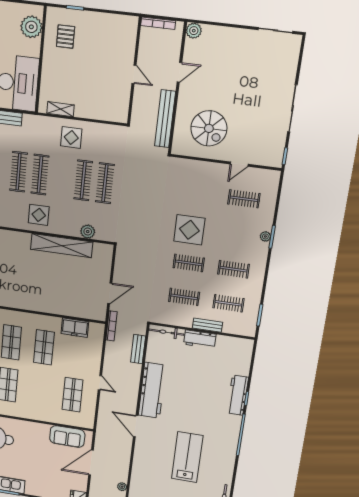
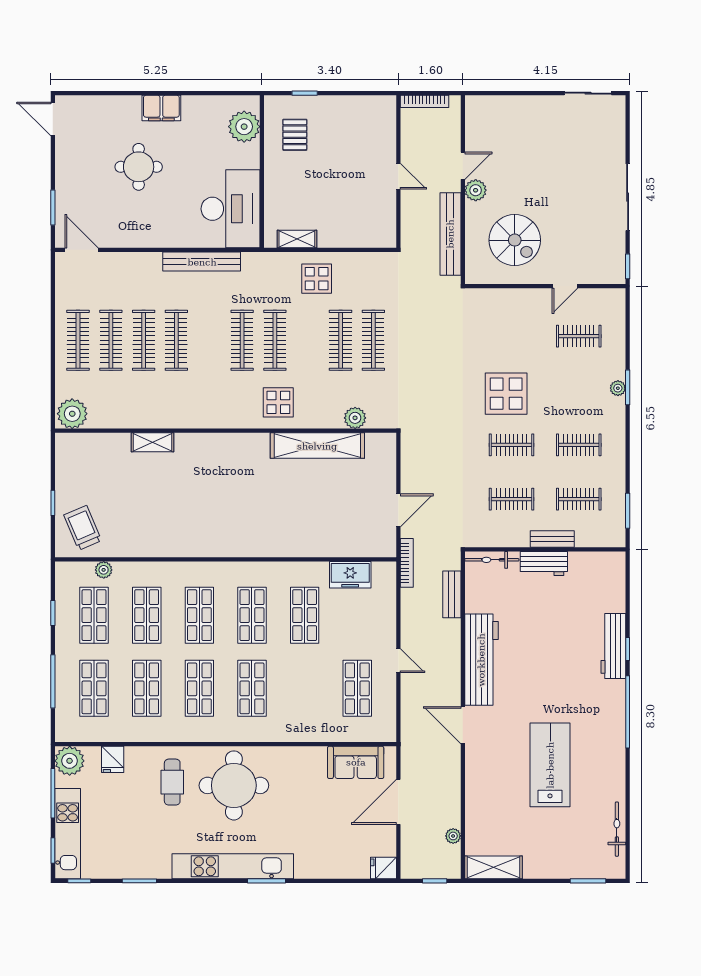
plant: (194, 31) -> (476, 190), moved

